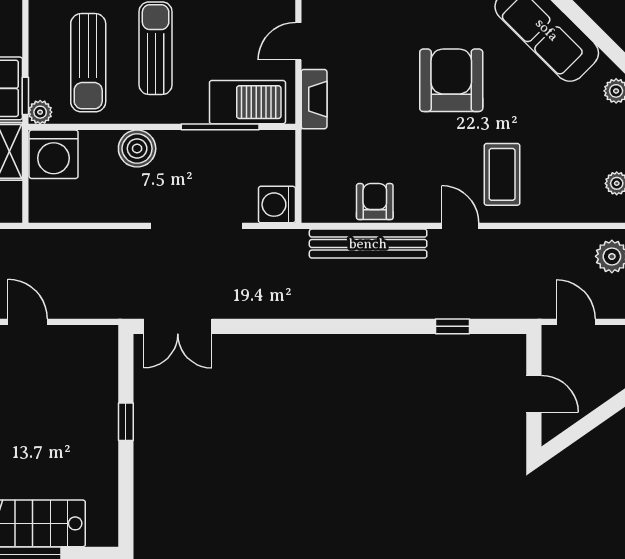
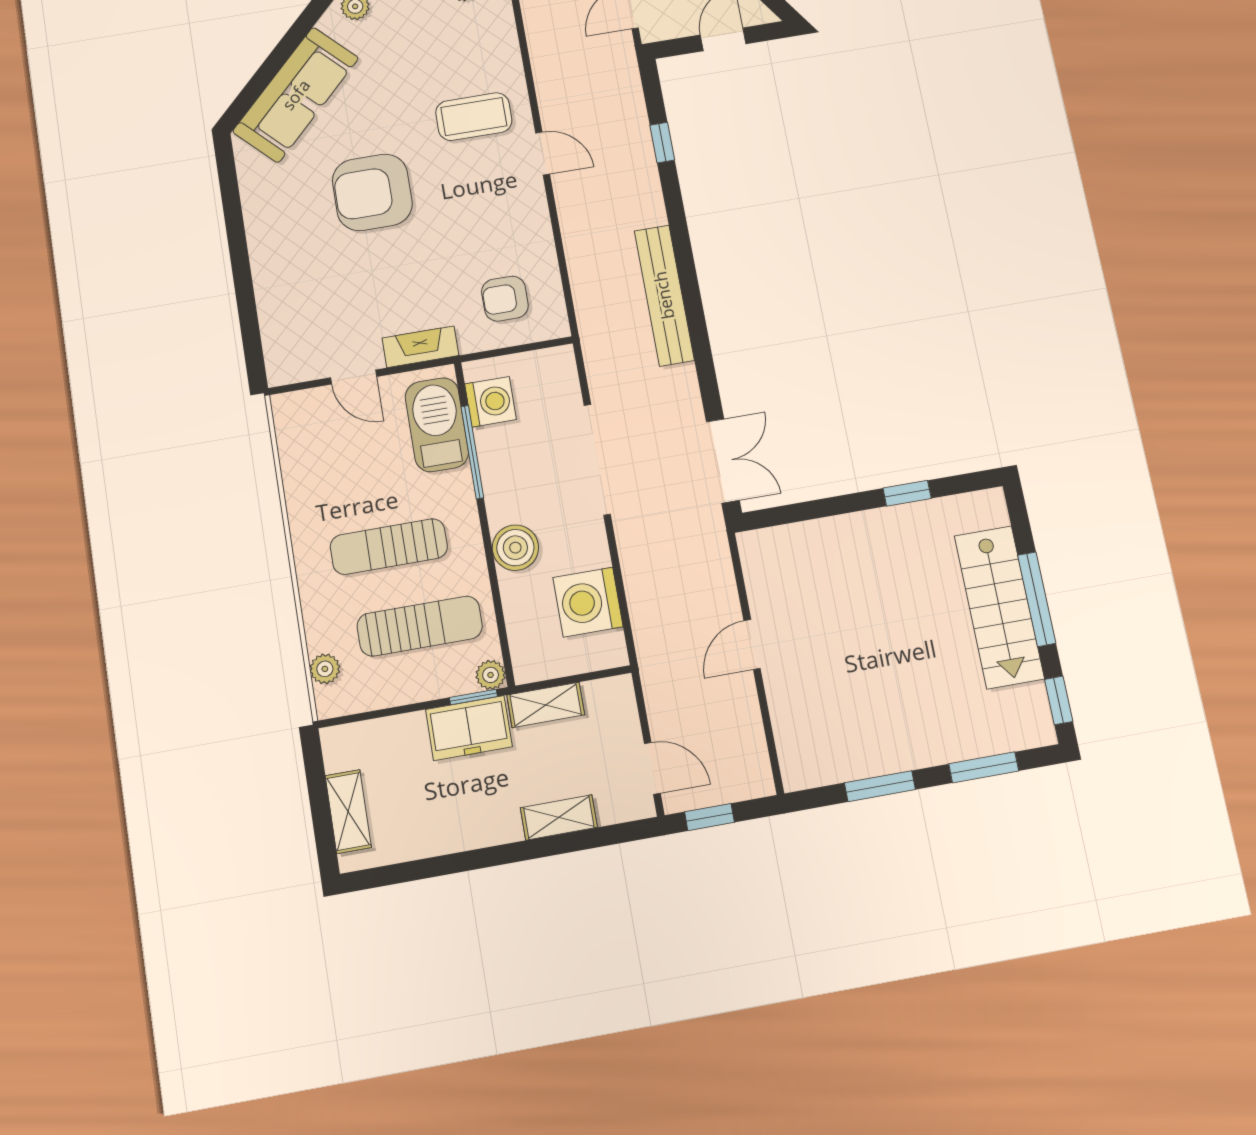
washing machine: (54, 154) -> (588, 602), moved, turned 180
armchair: (375, 202) -> (505, 299), moved
washing machine: (277, 205) -> (491, 402), moved, turned -90
door: (460, 226) -> (543, 153), swing flipped
bench: (368, 244) -> (664, 295), moved
window: (126, 422) -> (907, 493), moved

